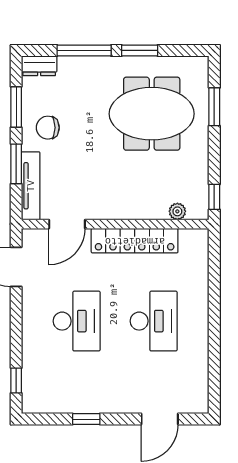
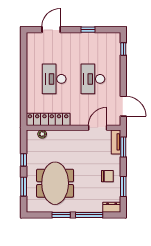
meeting table: (152, 114) -> (55, 183), turned 90
window: (16, 164) -> (123, 147), moved
tv unit: (31, 186) -> (116, 142), width x0.71
window: (214, 197) -> (24, 160), moved
locker: (135, 241) -> (48, 119), moved

